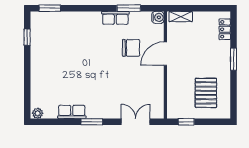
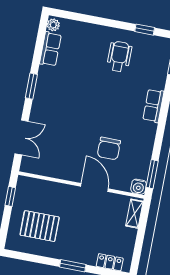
window: (129, 8) -> (152, 174), moved
row of seats: (115, 18) -> (153, 106), moved
wheelchair: (53, 54) -> (119, 57), added
row of seats: (72, 112) -> (50, 49), moved

